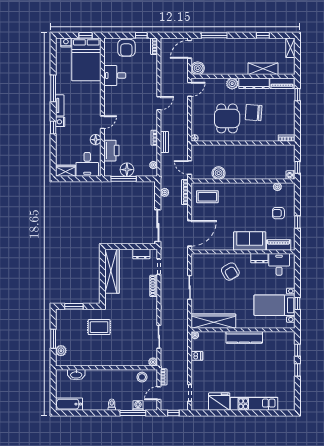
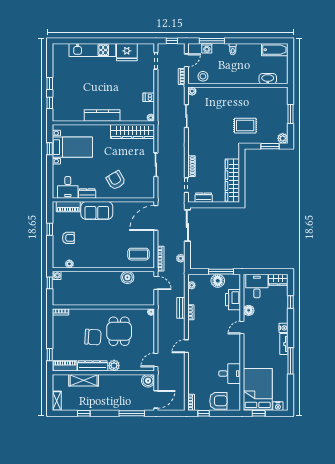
armchair: (126, 48) -> (218, 401), turned 90
window: (53, 127) -> (291, 302), moved
plant: (61, 351) -> (283, 138), moved

